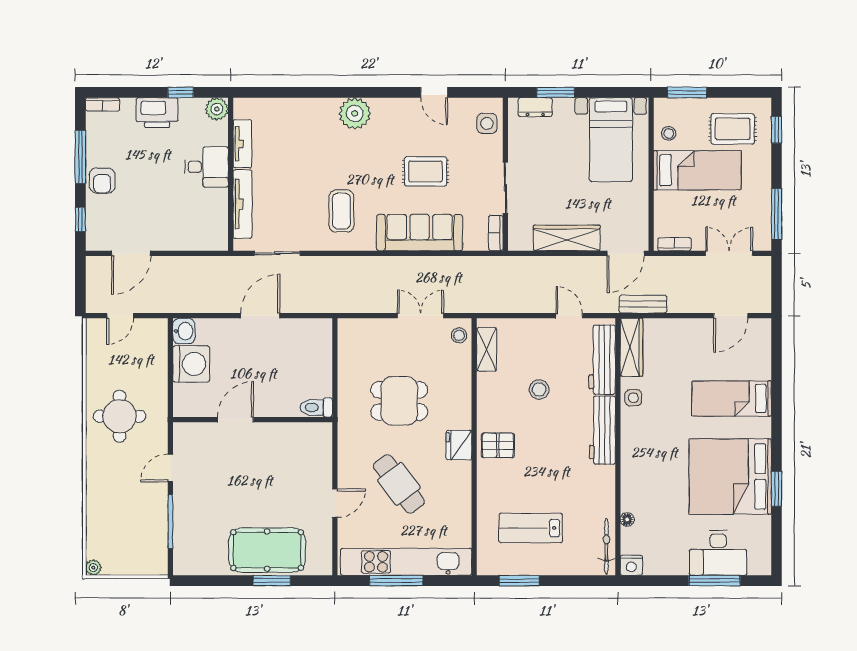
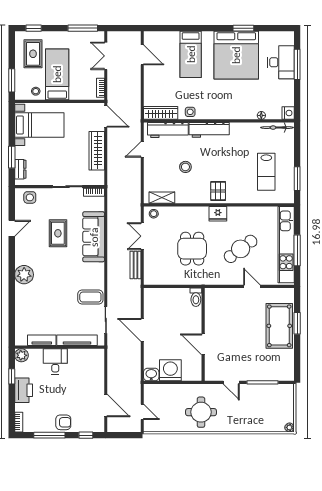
coffee table: (341, 211) -> (90, 297), moved
bench: (643, 304) -> (136, 265), moved

